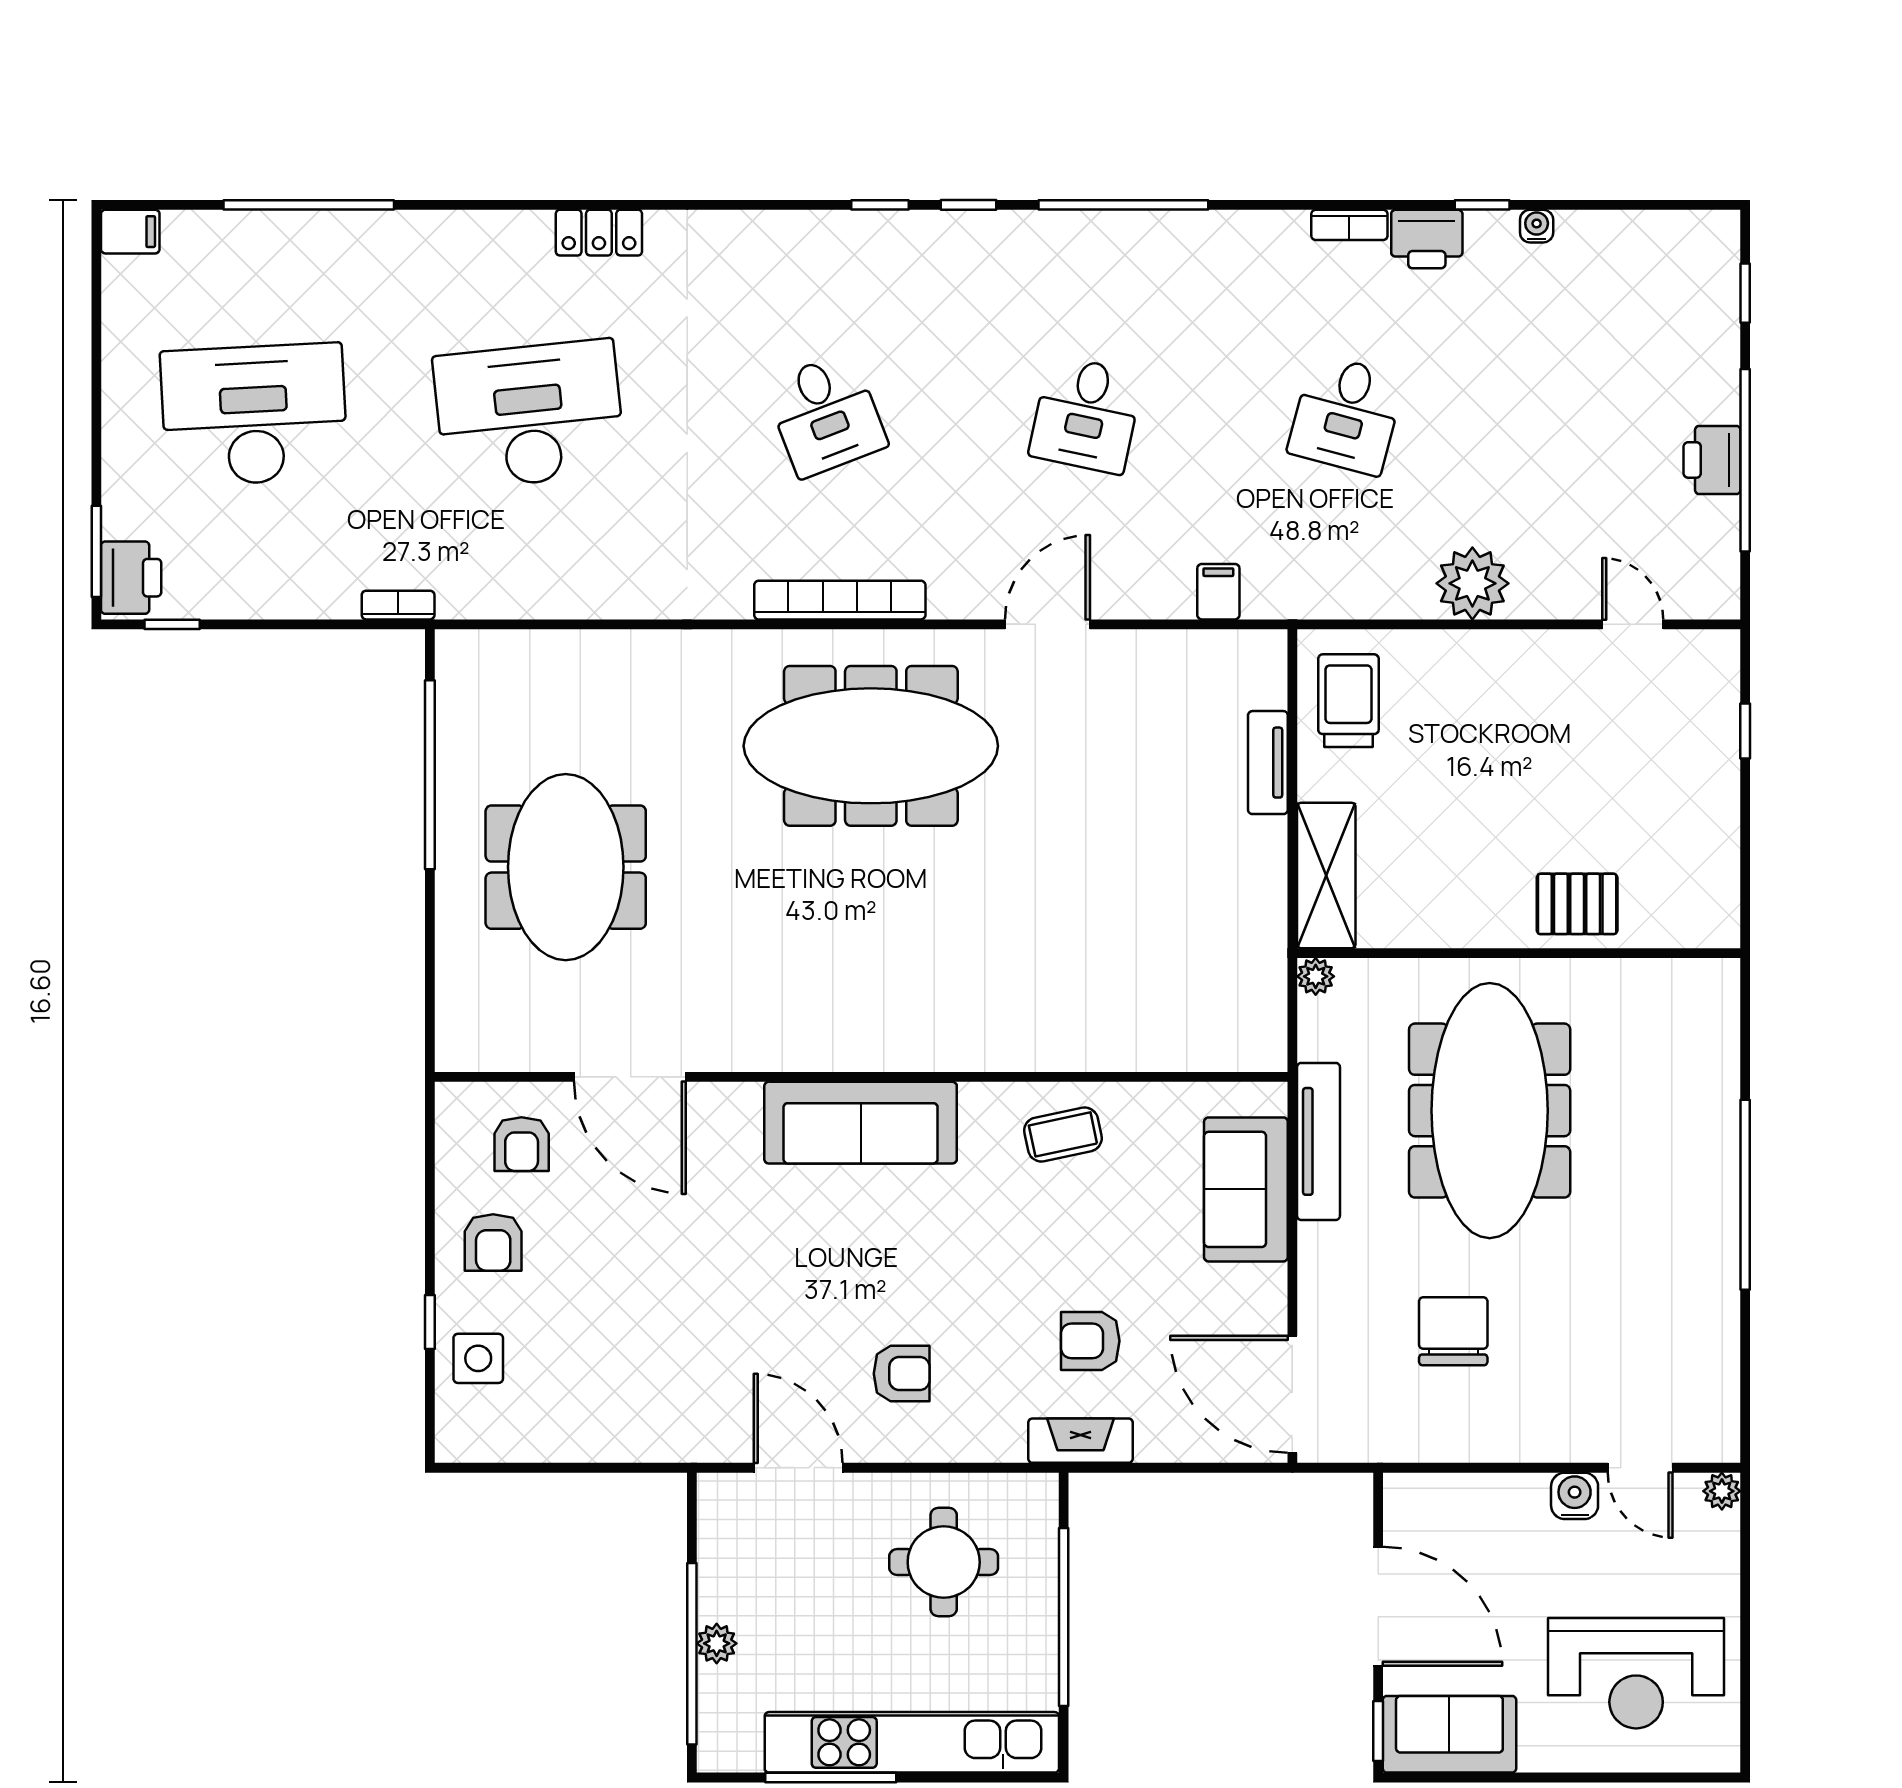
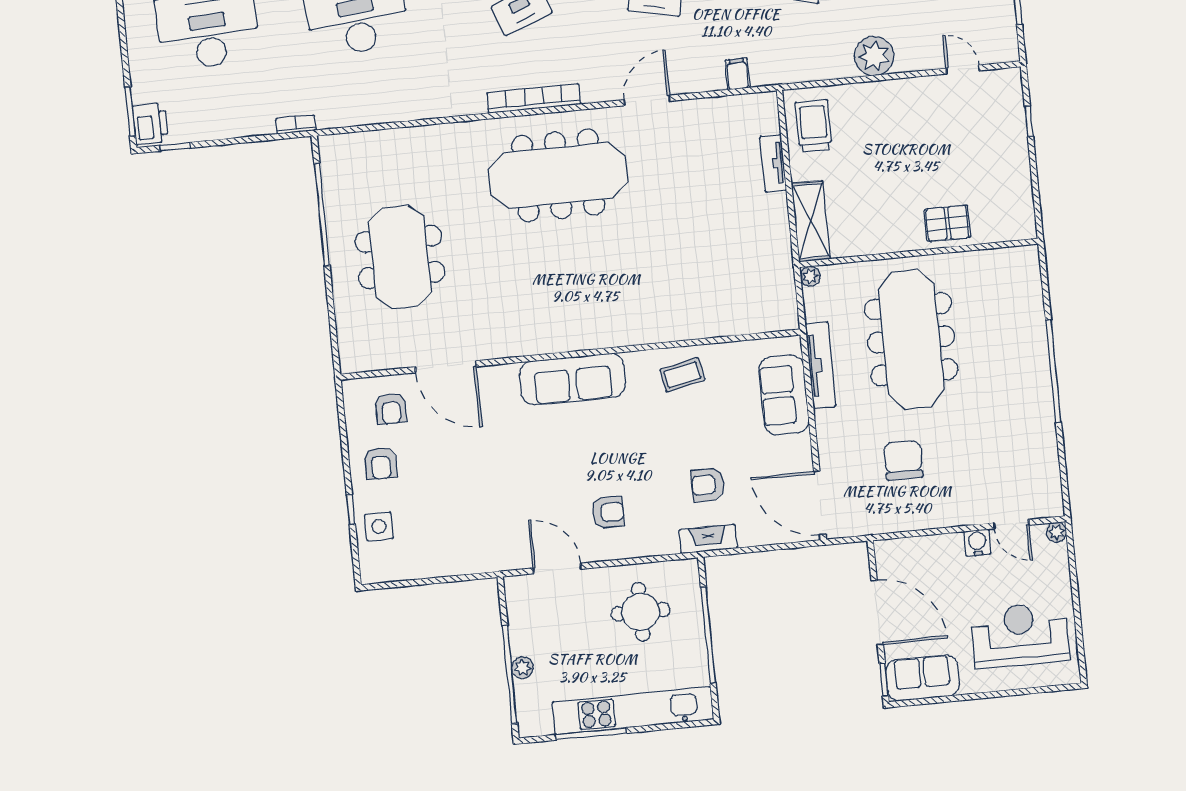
reception desk: (1636, 1673) -> (1020, 635), turned 180

